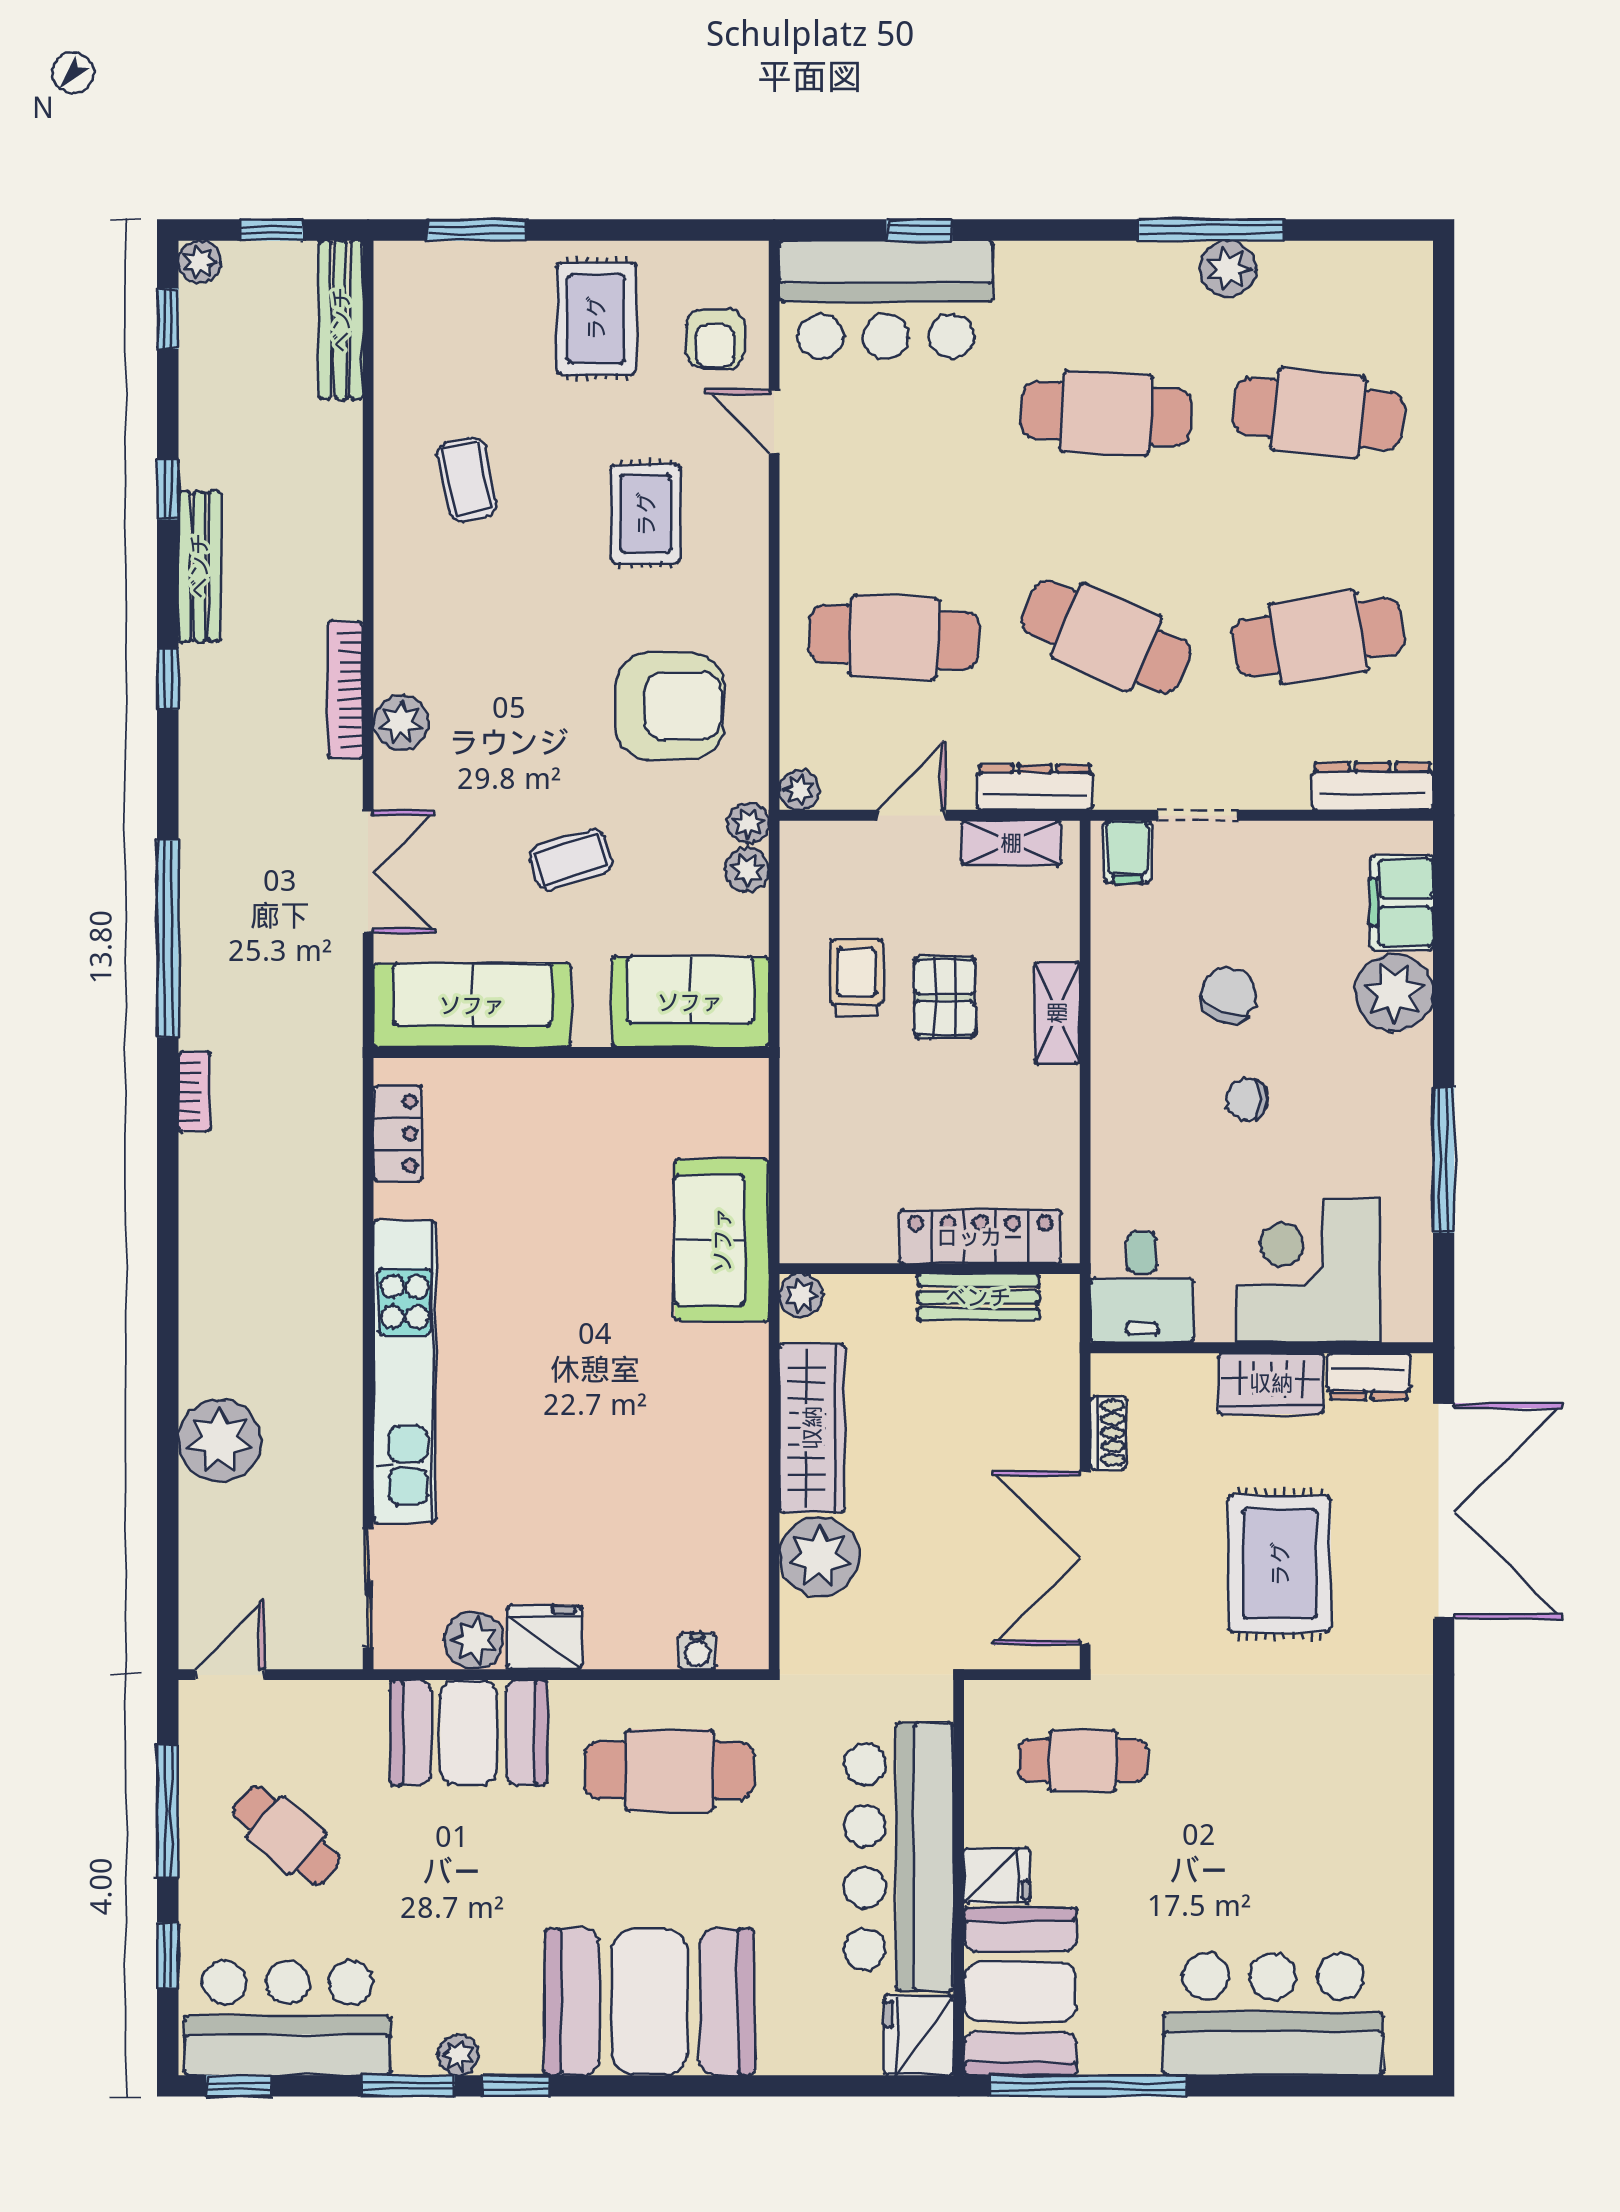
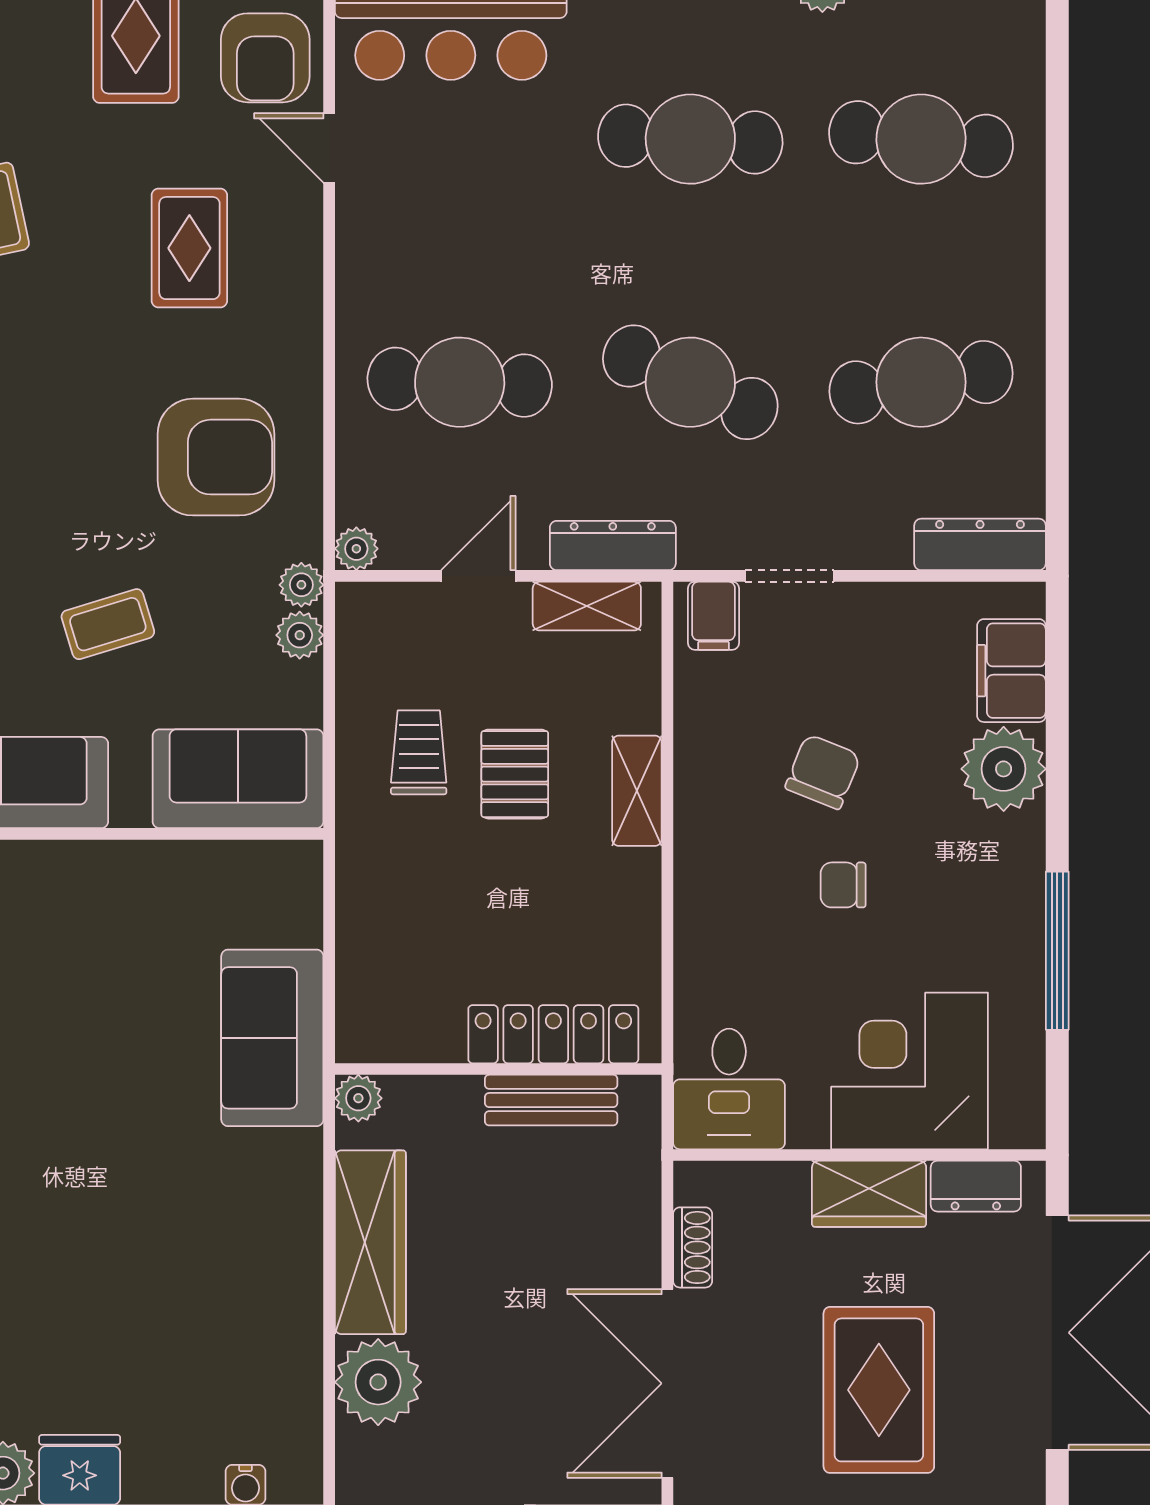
armchair: (715, 339) -> (265, 58), width x1.38, depth x1.38

